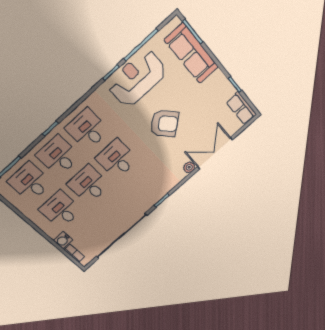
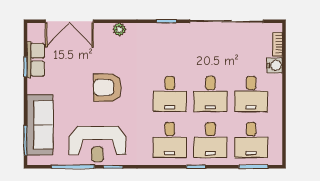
row of seats: (241, 108) -> (36, 60), moved
armchair: (164, 123) -> (107, 88), turned -49
double door: (215, 153) -> (69, 21), moved

